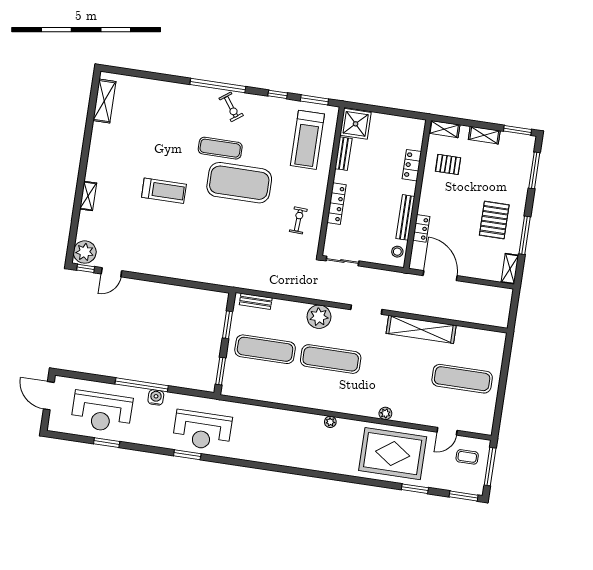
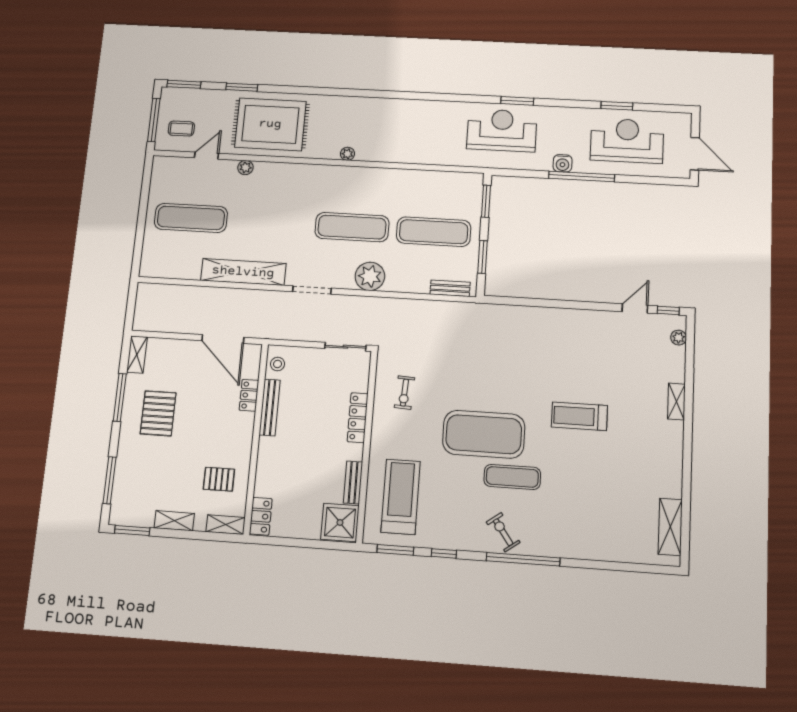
locker: (412, 165) -> (261, 516), moved
plant: (85, 252) -> (679, 338), width x0.53, depth x0.53
plant: (385, 413) -> (245, 168), moved

